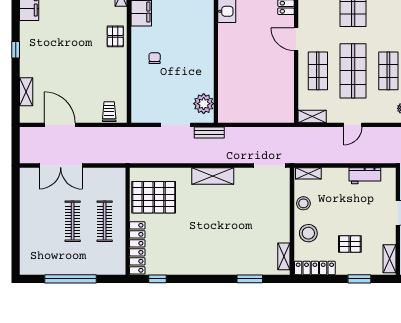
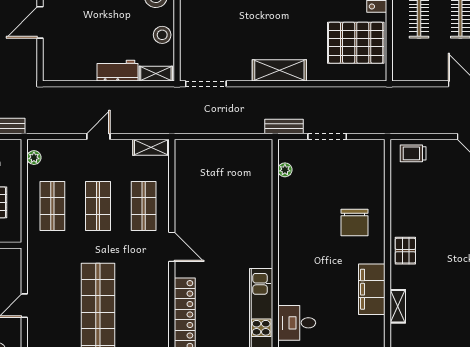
chair: (155, 58) -> (355, 222), width x1.87, depth x1.87
shop shelf: (353, 71) -> (98, 206), width x0.70, depth x0.74
plant: (204, 104) -> (285, 170), width x0.53, depth x0.53
trolley: (109, 112) -> (413, 153), turned 90
workbench: (365, 176) -> (118, 71), moved

